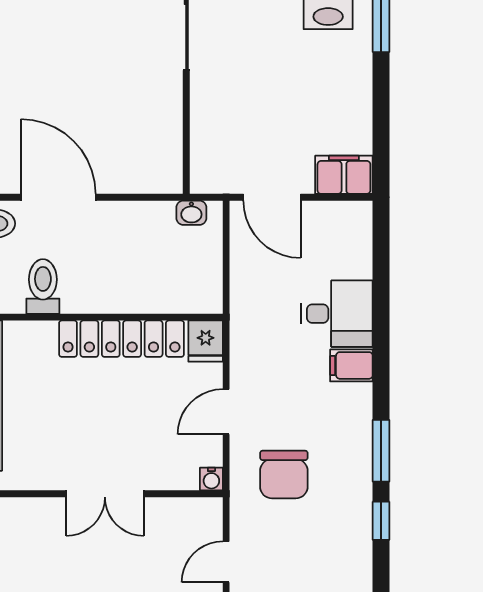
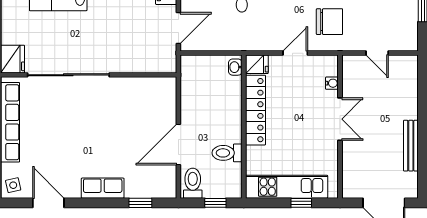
washbasin: (191, 213) -> (235, 67), moved, turned 180
door: (226, 412) -> (295, 53), swing flipped
water cooler: (211, 479) -> (332, 83), moved

